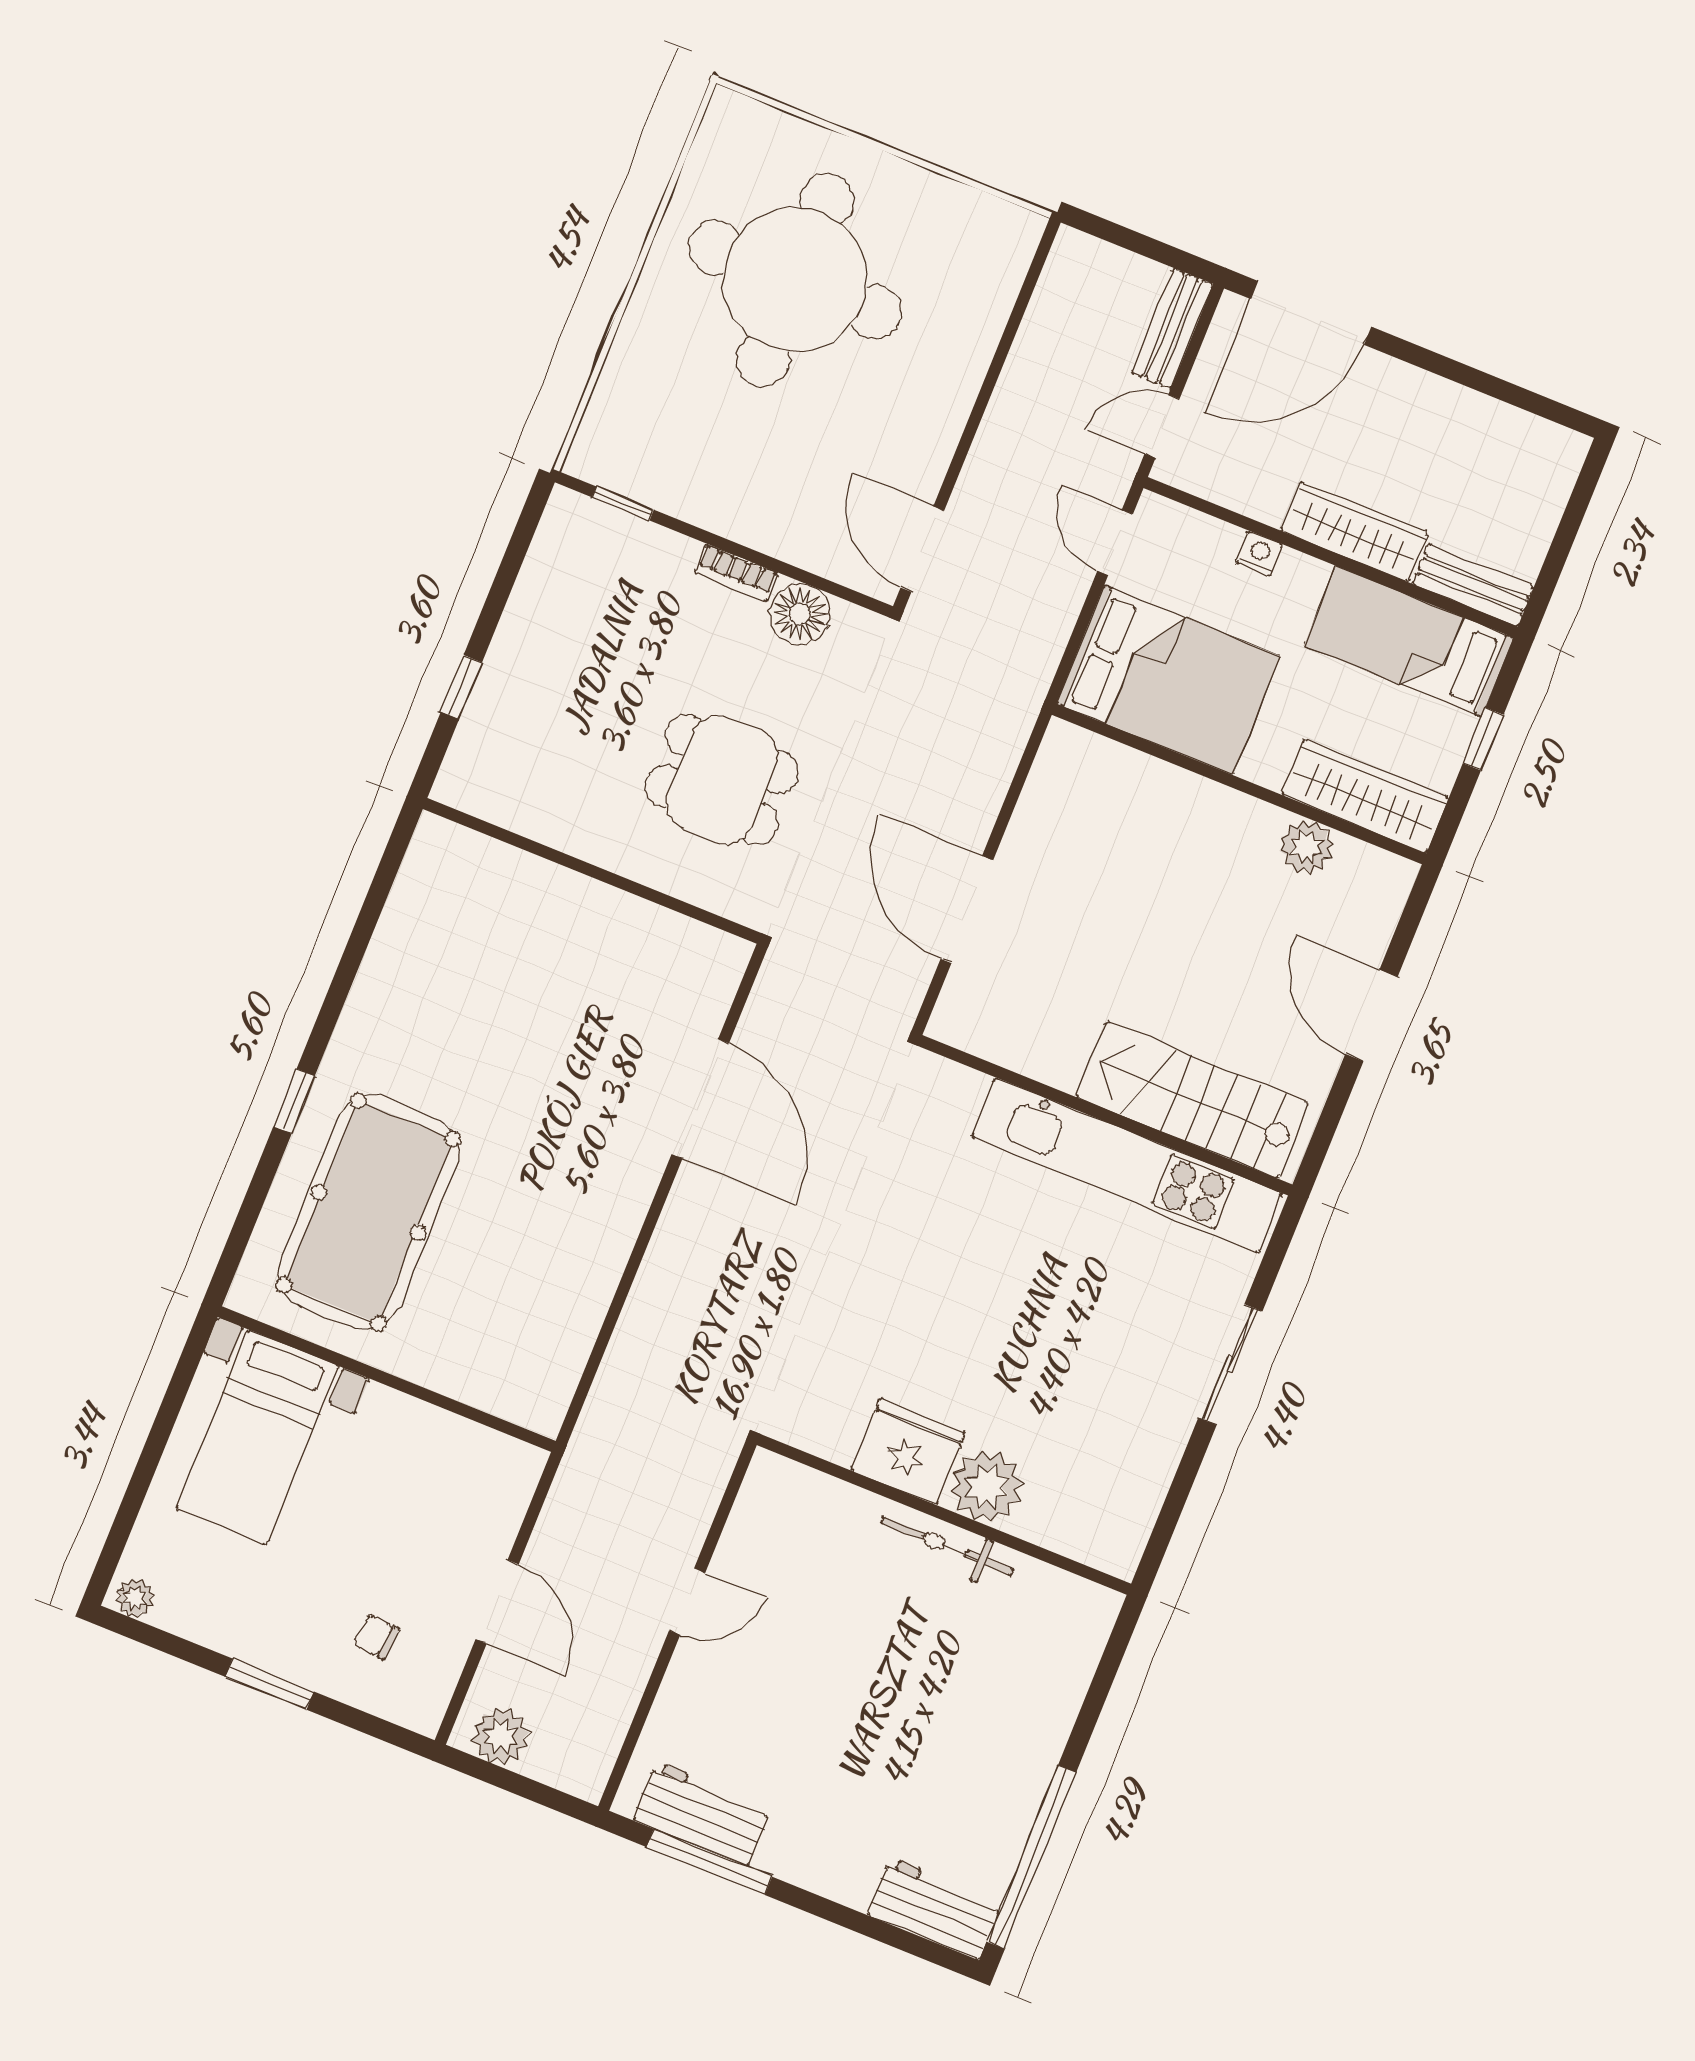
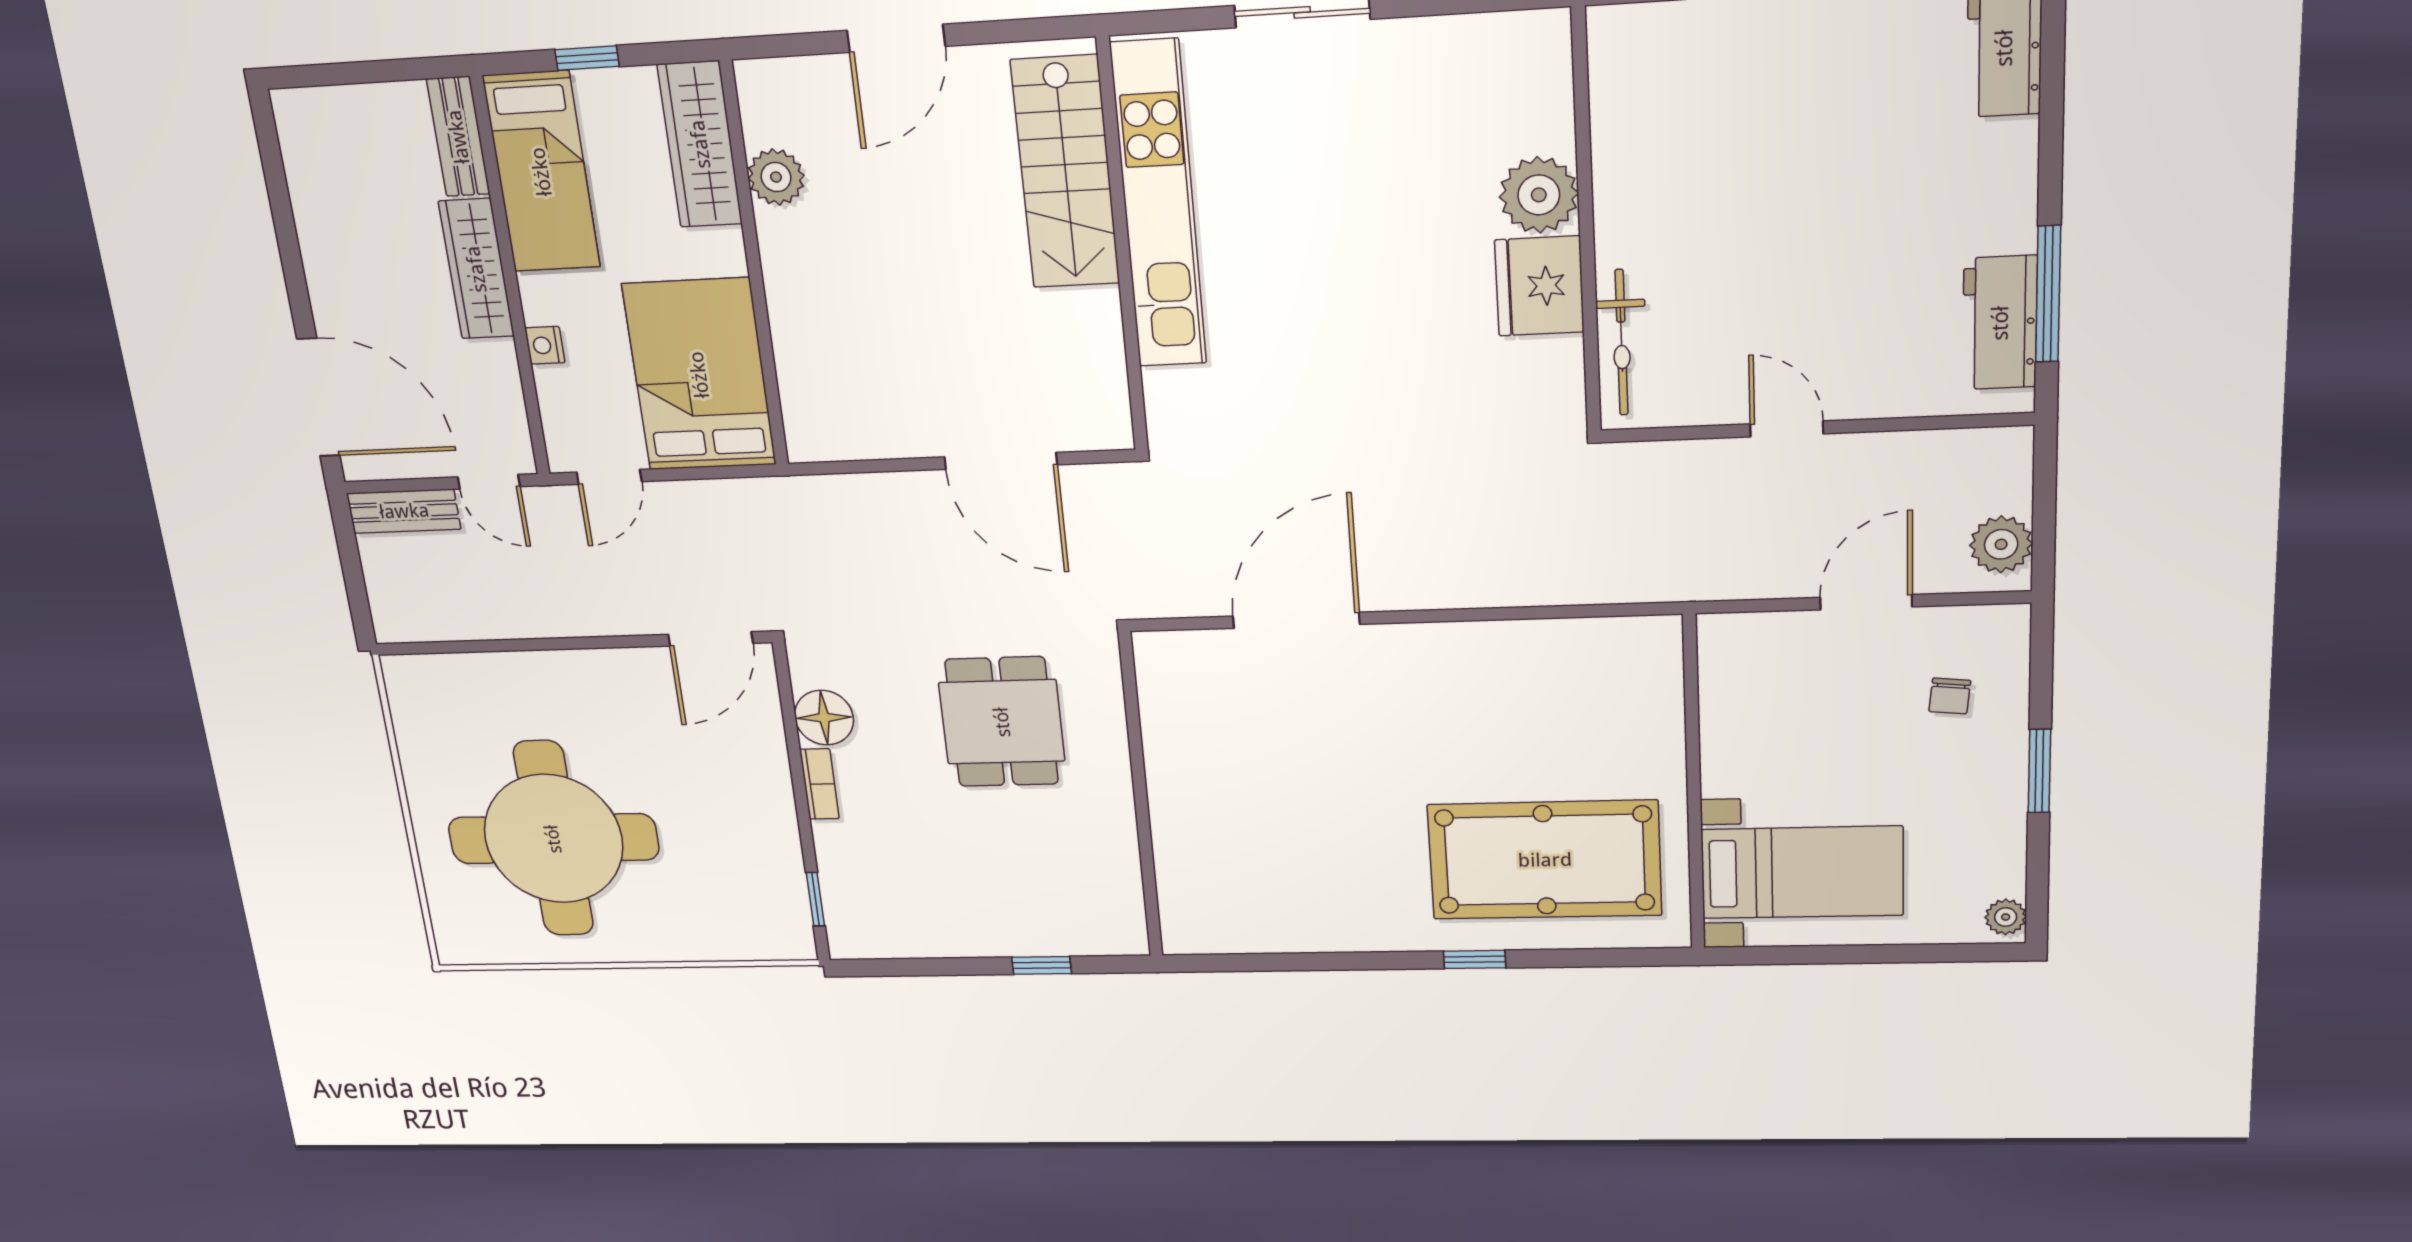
door: (967, 910) -> (1001, 461), hinge flipped
bicycle: (947, 1546) -> (1622, 343), moved

